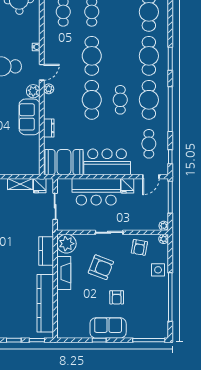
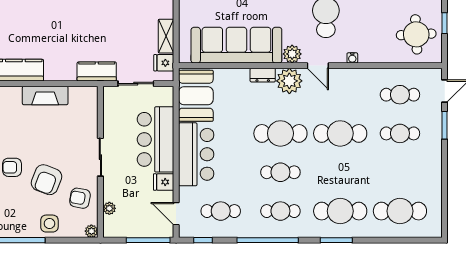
plant: (49, 89) -> (289, 81), width x1.88, depth x1.88
cafe table: (149, 100) -> (280, 211), width x0.73, depth x0.74
sofa: (30, 117) -> (236, 45), width x1.85, depth x1.27
dresser: (49, 128) -> (263, 75), moved
plant: (164, 226) -> (109, 208), moved
plant: (66, 244) -> (85, 99), removed
kitchen counter: (46, 251) -> (97, 72), moved
armchair: (101, 267) -> (46, 180), moved

